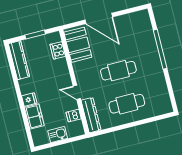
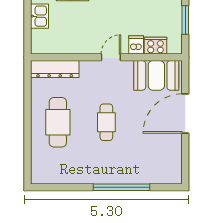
cafe table: (118, 71) -> (106, 122), width x0.73, depth x0.74
door: (77, 92) -> (111, 57), moved
dishwasher: (74, 116) -> (136, 45), moved

